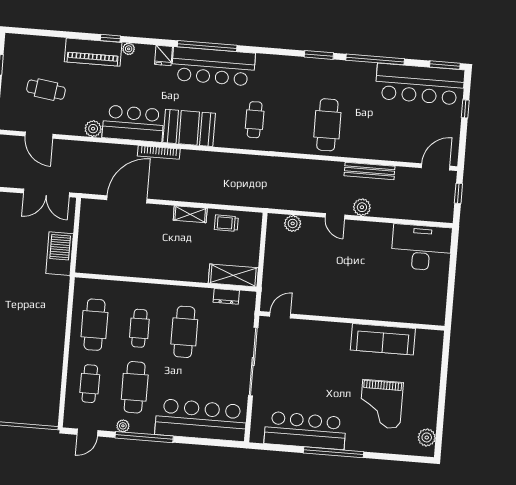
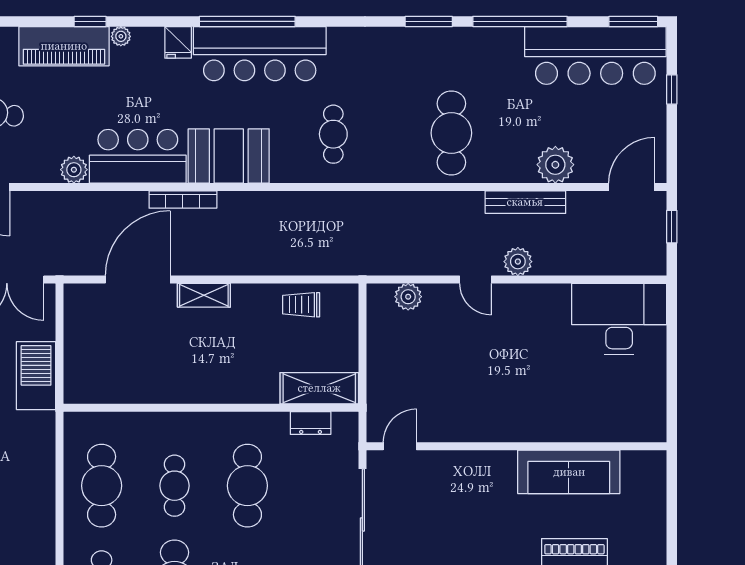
plant: (390, 149) -> (555, 165), added
shelving: (190, 214) -> (204, 295), moved

